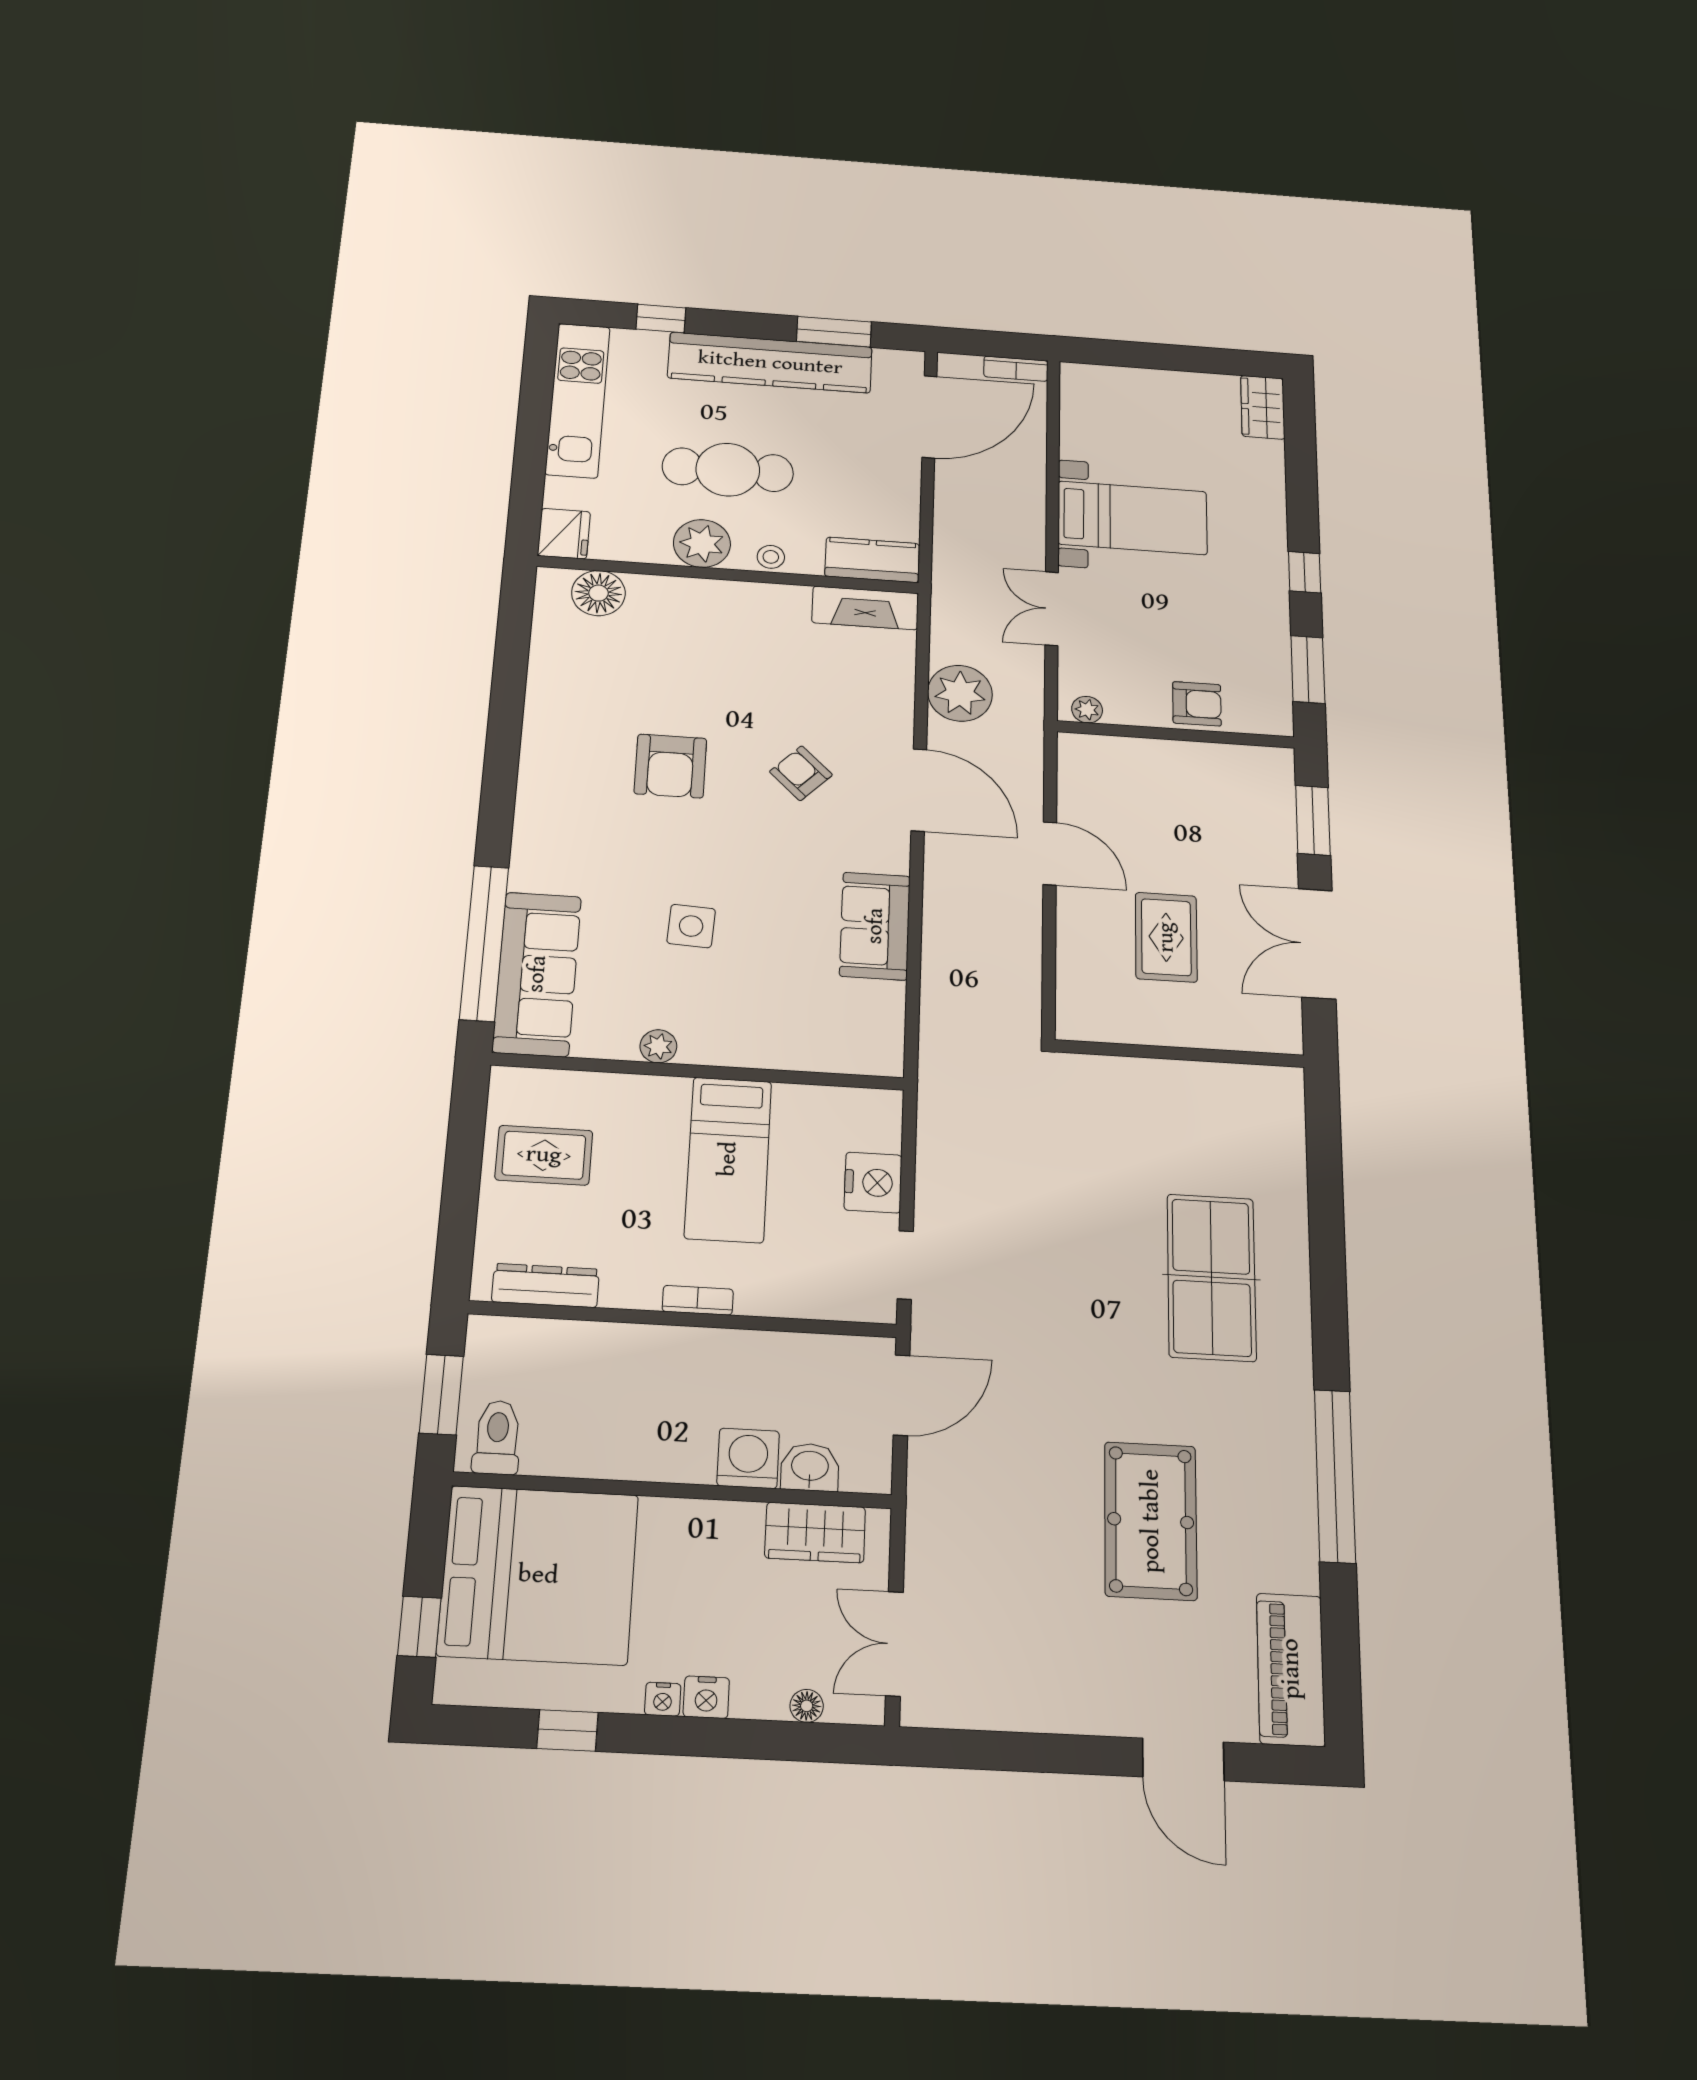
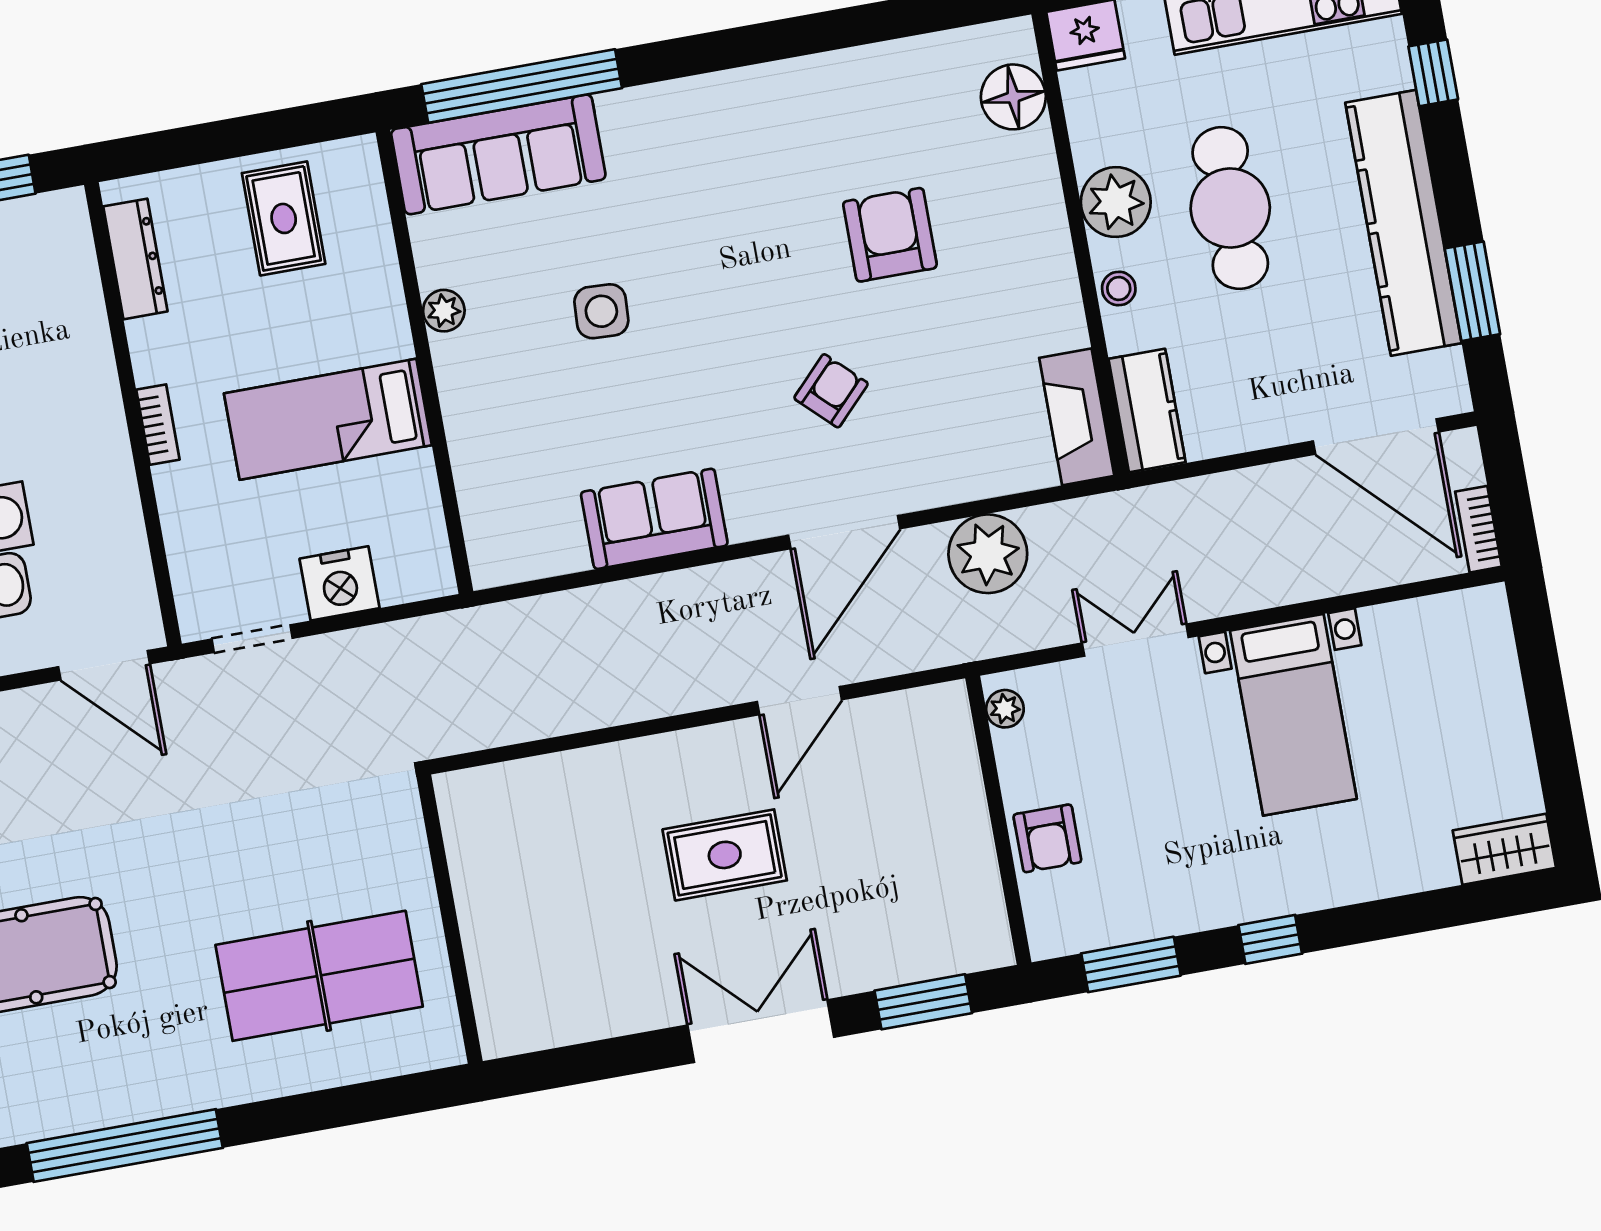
armchair: (670, 766) -> (890, 235), moved, turned 90
wall: (1180, 1054) -> (449, 919), moved

